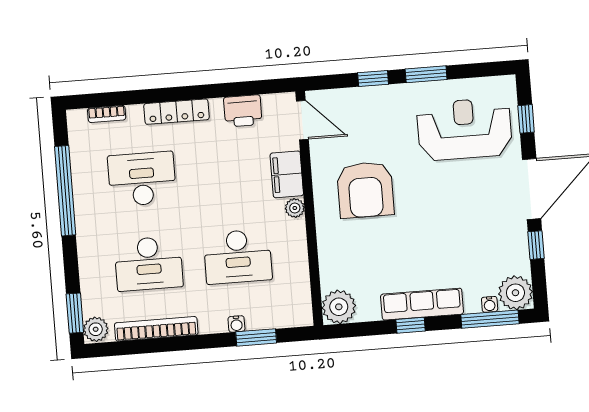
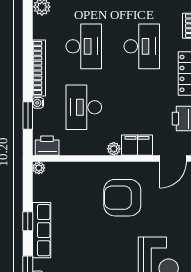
desk: (149, 264) -> (84, 46), turned 180
printer: (298, 306) -> (47, 146), added
plant: (339, 307) -> (39, 168), width x0.53, depth x0.53
bookcase: (156, 329) -> (39, 68), moved

